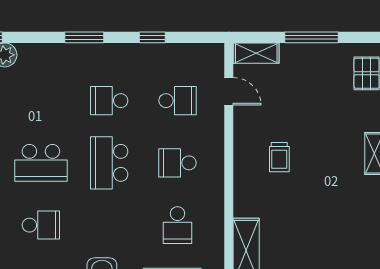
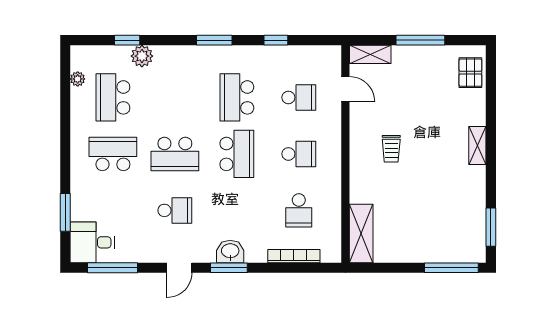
school desk: (109, 101) -> (237, 97), width x1.85
school desk: (109, 163) -> (237, 154), turned 180
school desk: (177, 163) -> (299, 154), turned 180

